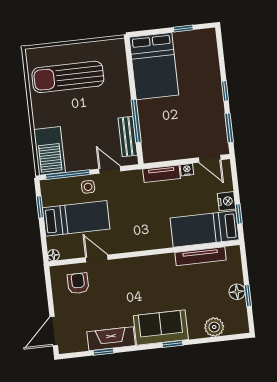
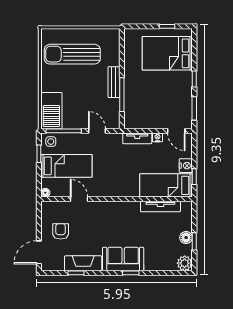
bed: (154, 66) -> (167, 53), moved, turned 90
bench: (128, 137) -> (114, 82), moved
side table: (88, 187) -> (51, 142), moved
armchair: (78, 283) -> (61, 231), moved
plant: (214, 327) -> (185, 263), moved

